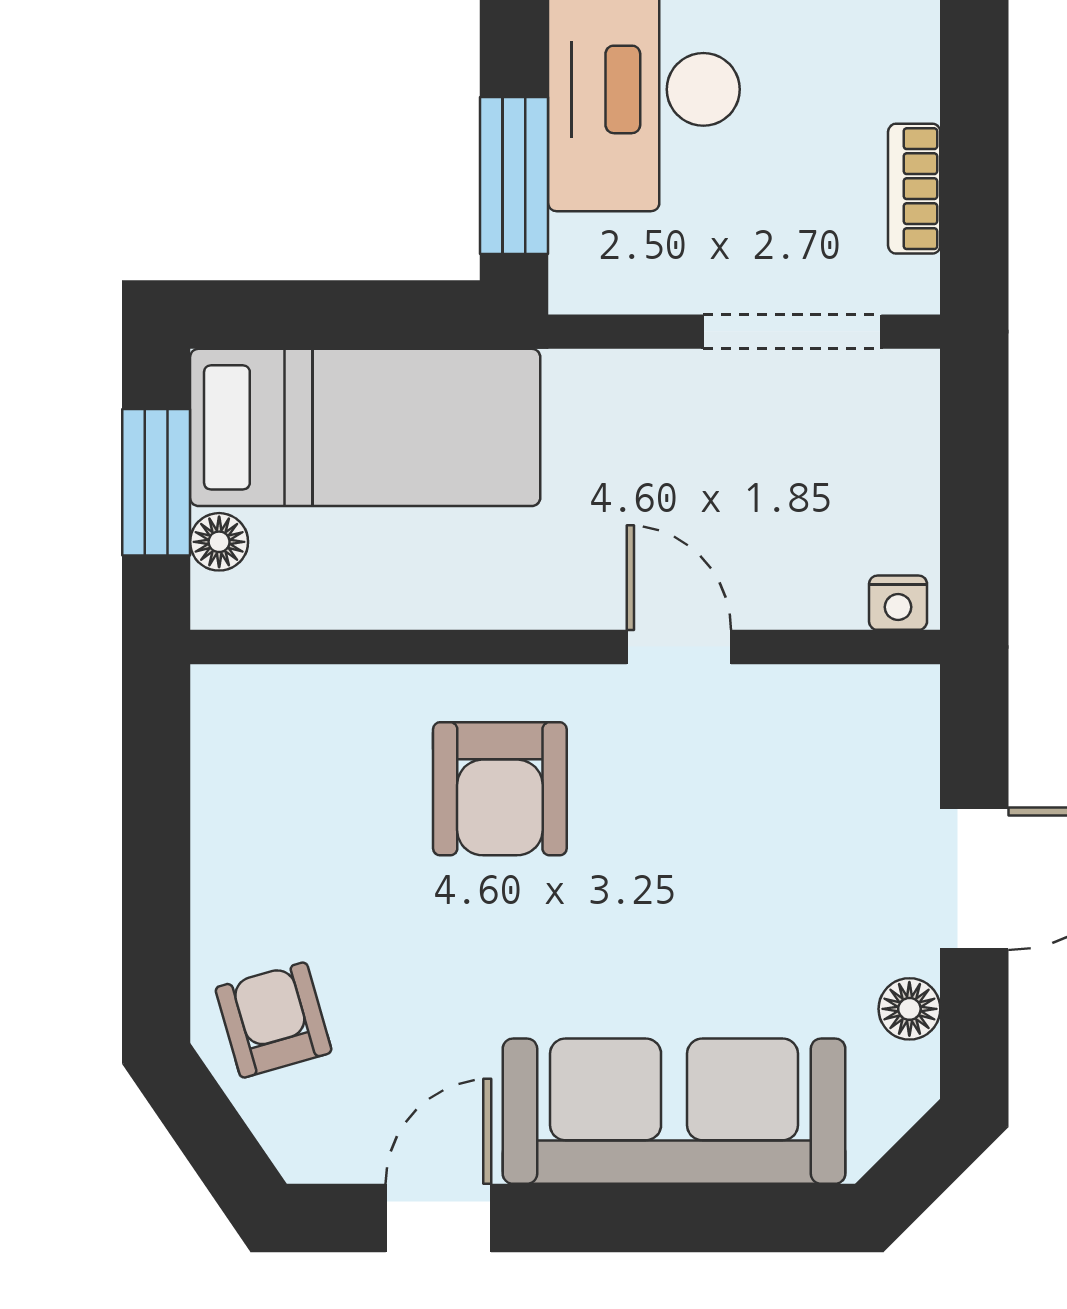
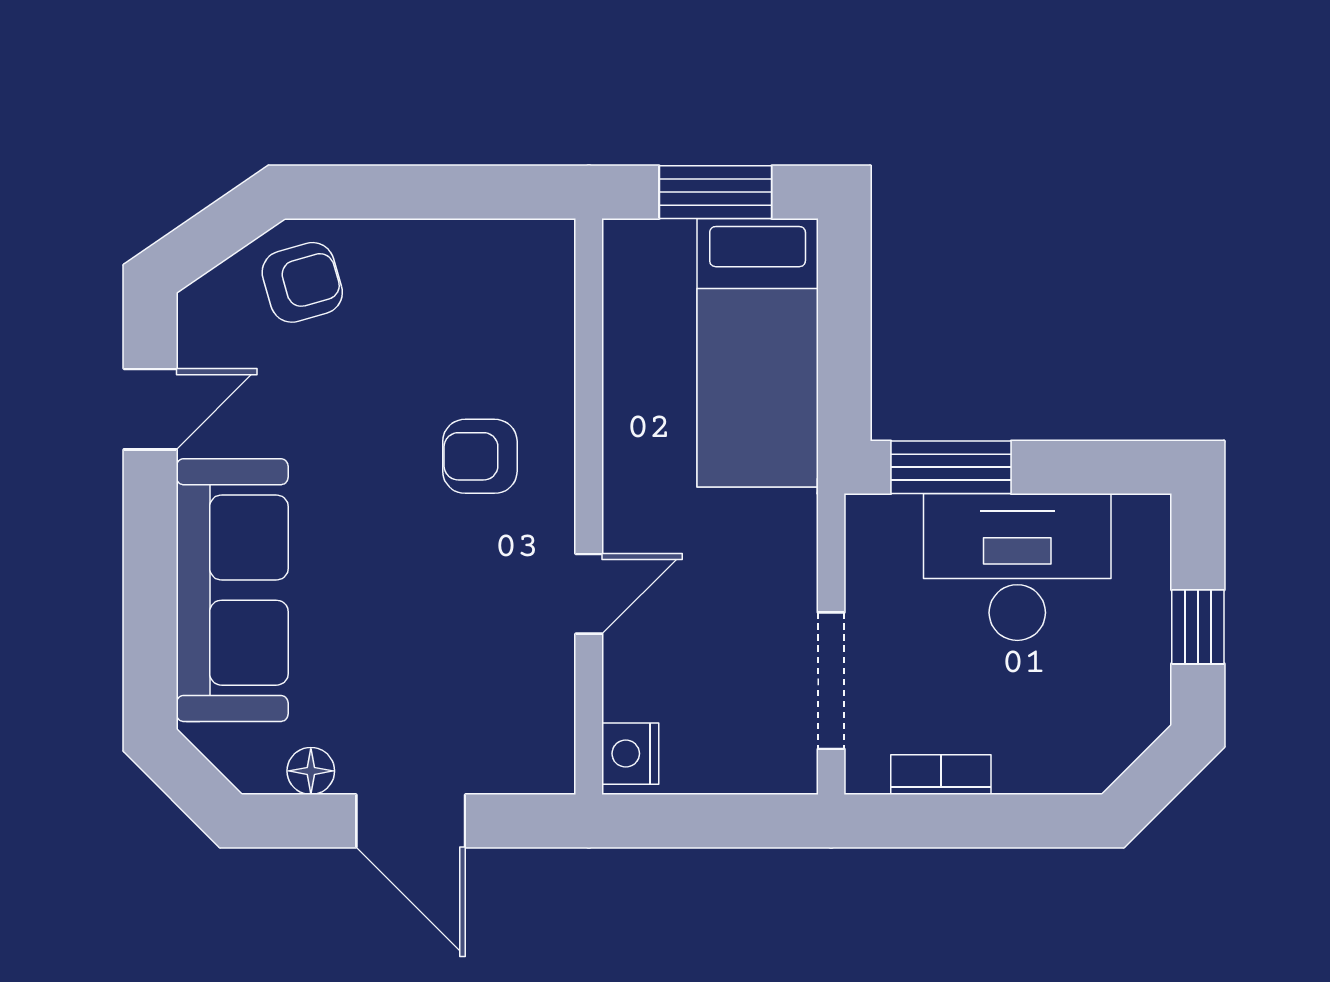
floor lamp: (219, 542) -> (670, 241), removed
nightstand: (898, 603) -> (630, 754), width x1.39, depth x1.35
armchair: (500, 789) -> (480, 456), width x0.72, depth x0.72
door: (438, 1218) -> (150, 409), hinge flipped

